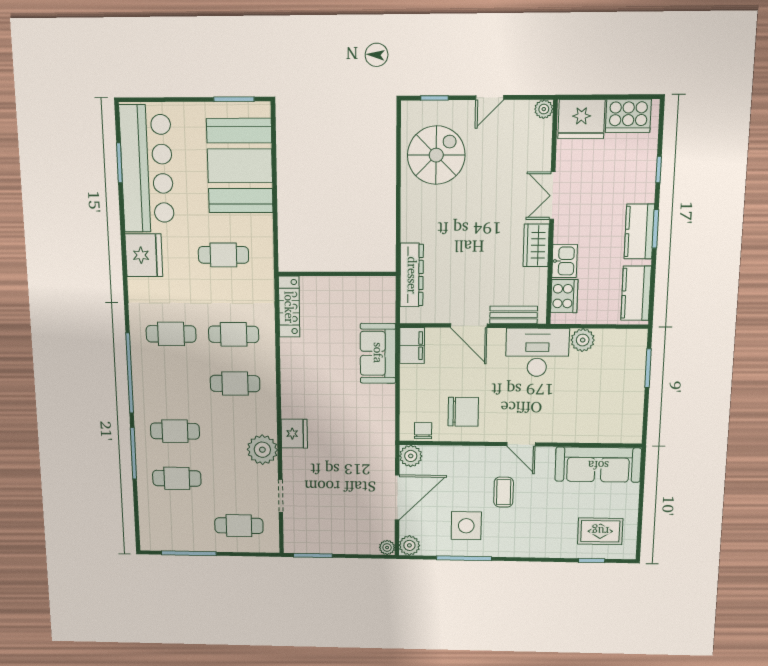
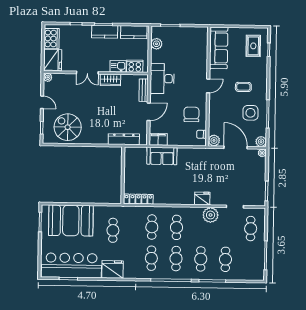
plant: (583, 340) -> (156, 44), moved
cafe table: (173, 383) -> (176, 259), added
coffee table: (504, 492) -> (243, 87), moved

